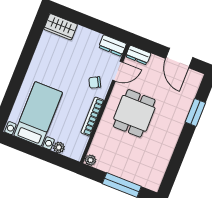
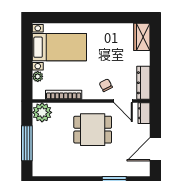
dresser: (112, 46) -> (143, 83), width x1.44
bookcase: (92, 117) -> (64, 95), moved
plant: (90, 160) -> (42, 112), width x1.88, depth x1.88

